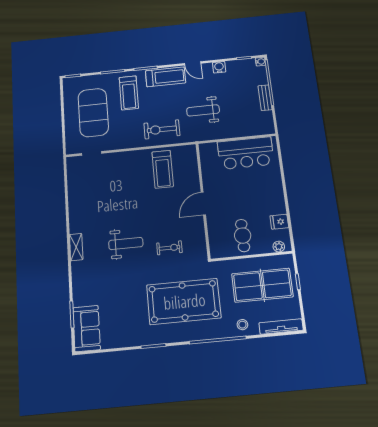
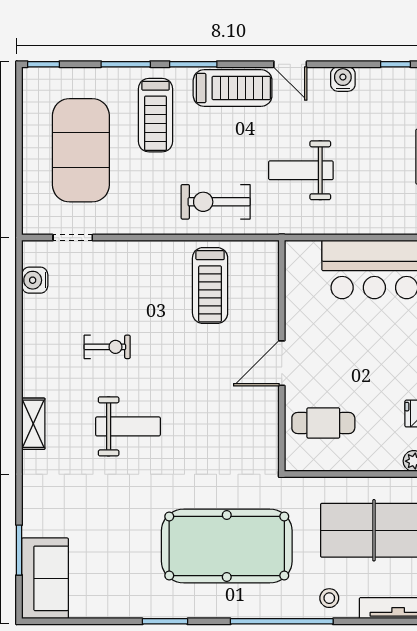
water cooler: (73, 176) -> (35, 280), added
cafe table: (243, 236) -> (323, 423), moved, turned 90
exercise bike: (169, 248) -> (107, 347), moved

